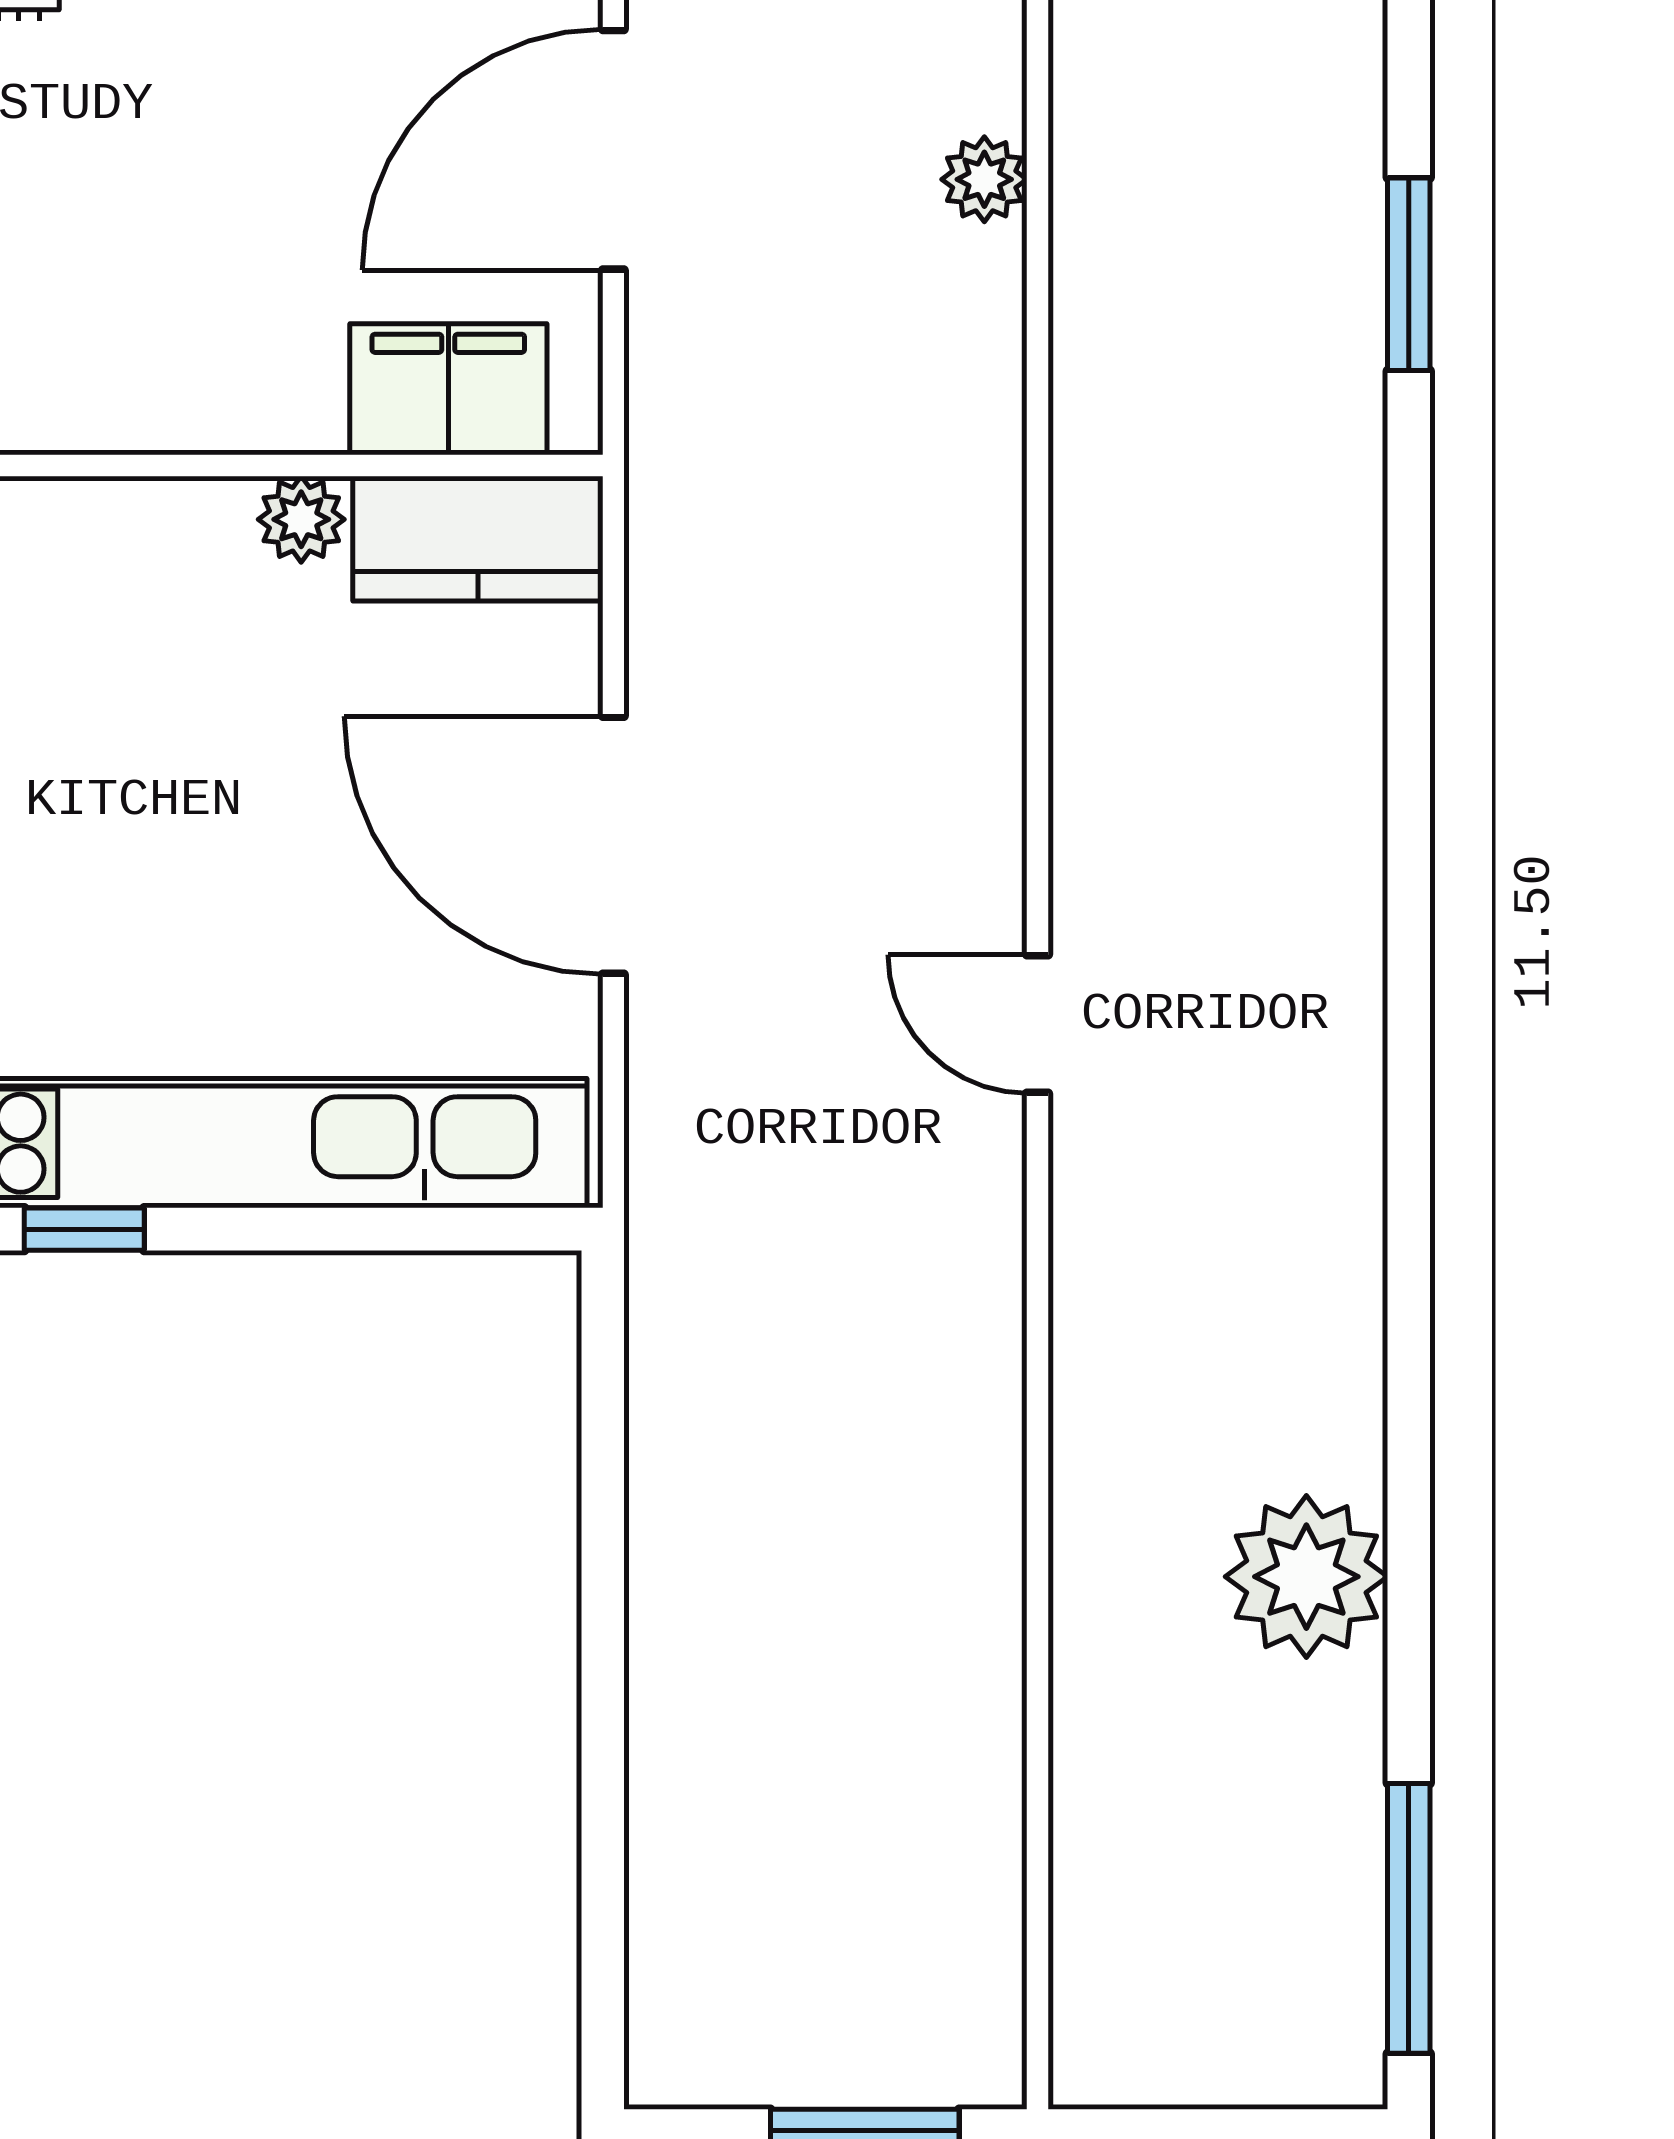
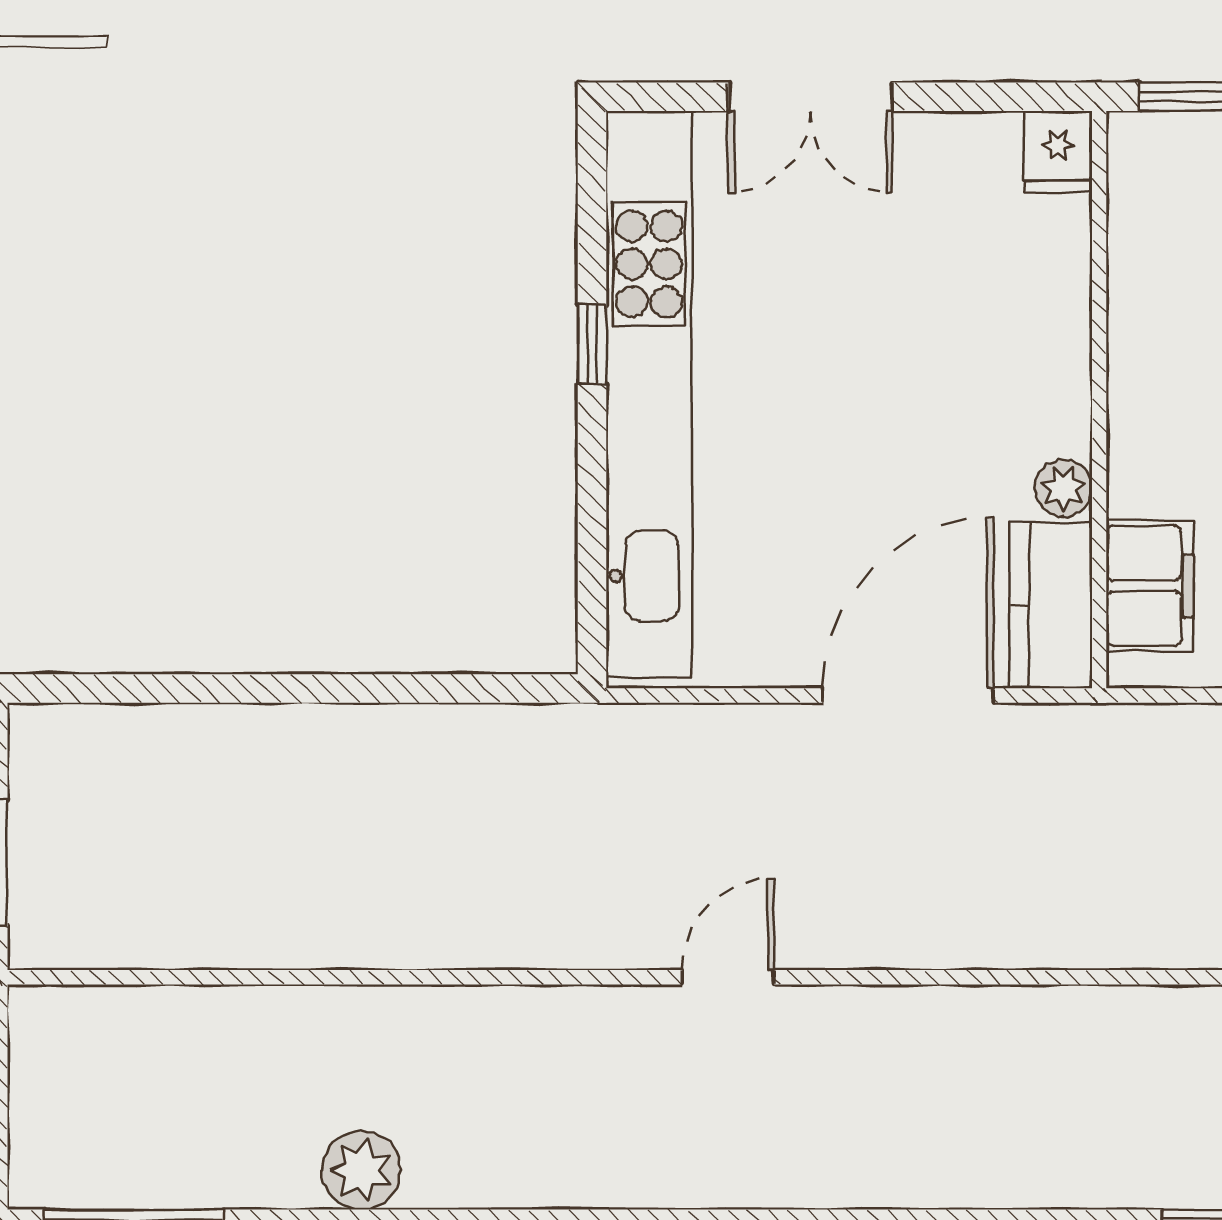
door: (613, 845) -> (908, 696), moved
plant: (1306, 1577) -> (361, 1170), width x0.73, depth x0.73

